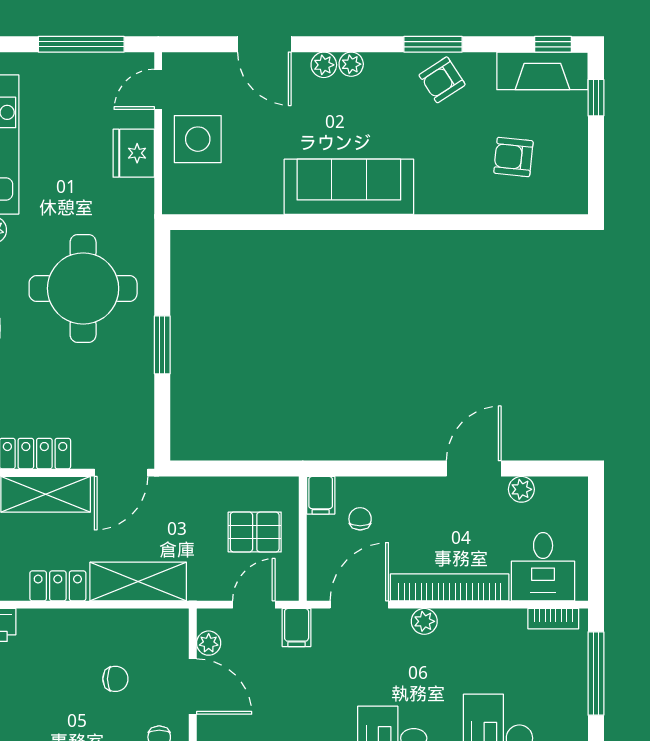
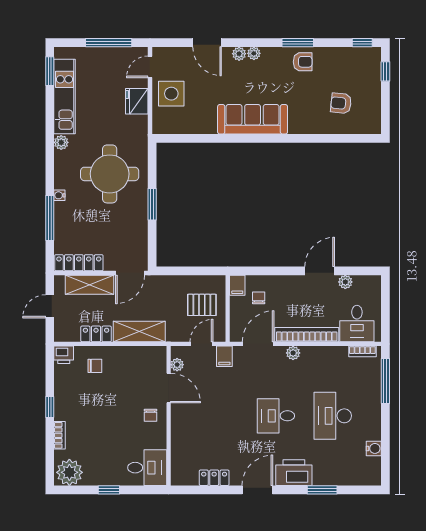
fireplace: (542, 71) -> (357, 57), removed
armchair: (442, 80) -> (303, 62), turned -147
chair: (115, 679) -> (95, 366), moved

